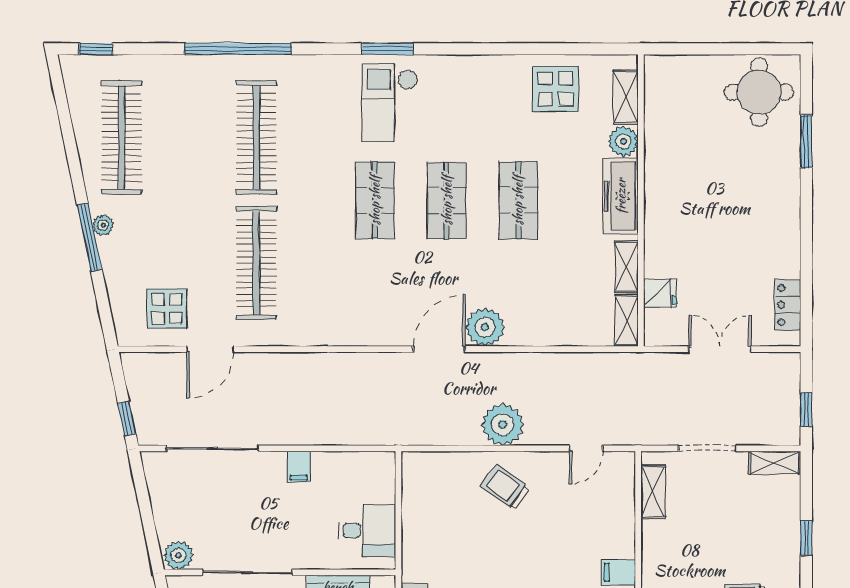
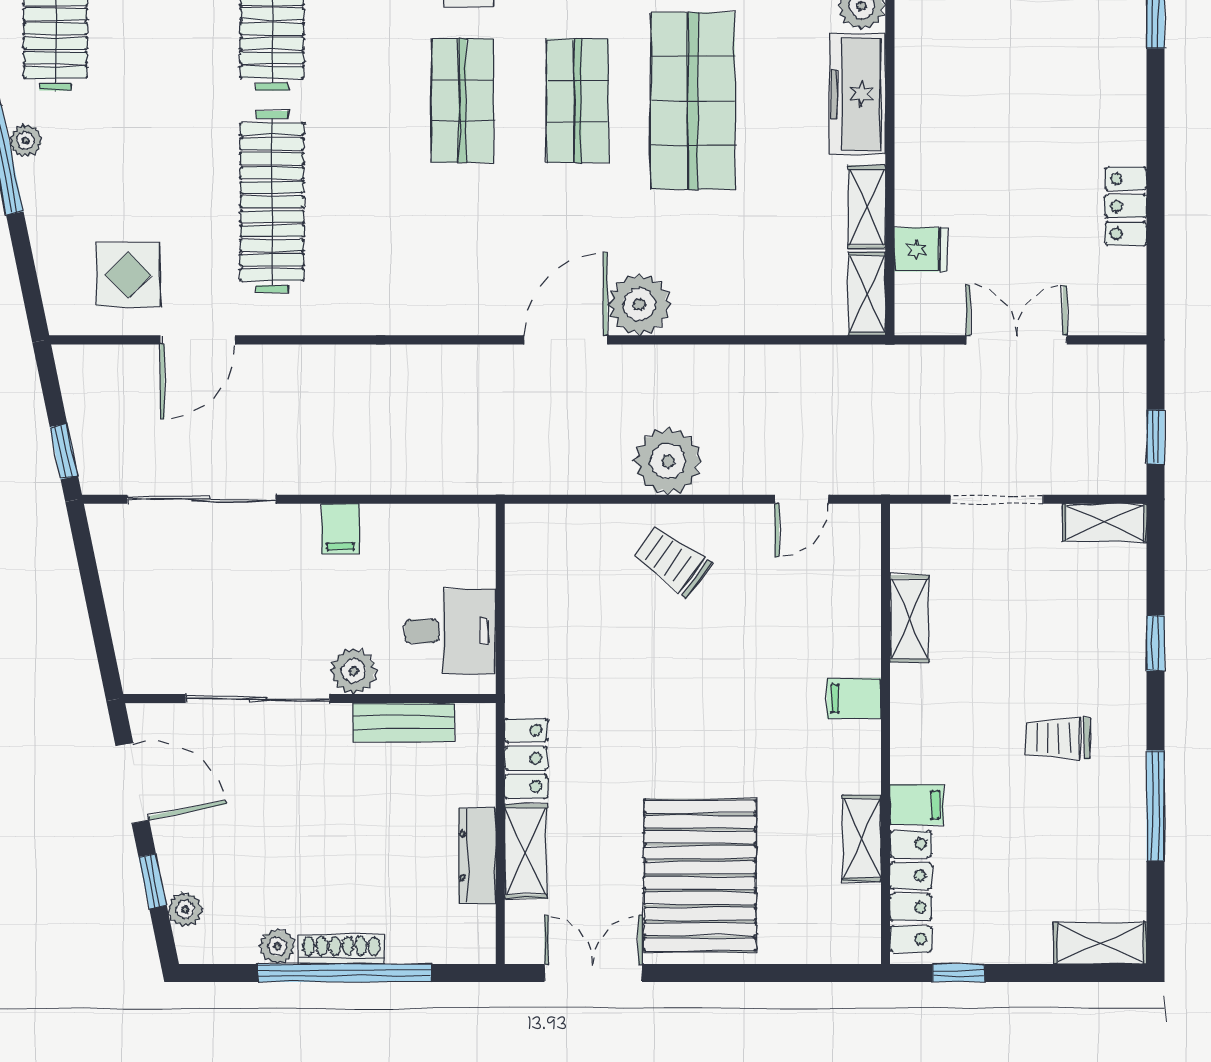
shop shelf: (518, 200) -> (693, 101), width x1.43, depth x1.36
locker: (788, 305) -> (1126, 206), moved
shelving: (653, 492) -> (909, 619), moved
plant: (179, 555) -> (354, 671), moved

